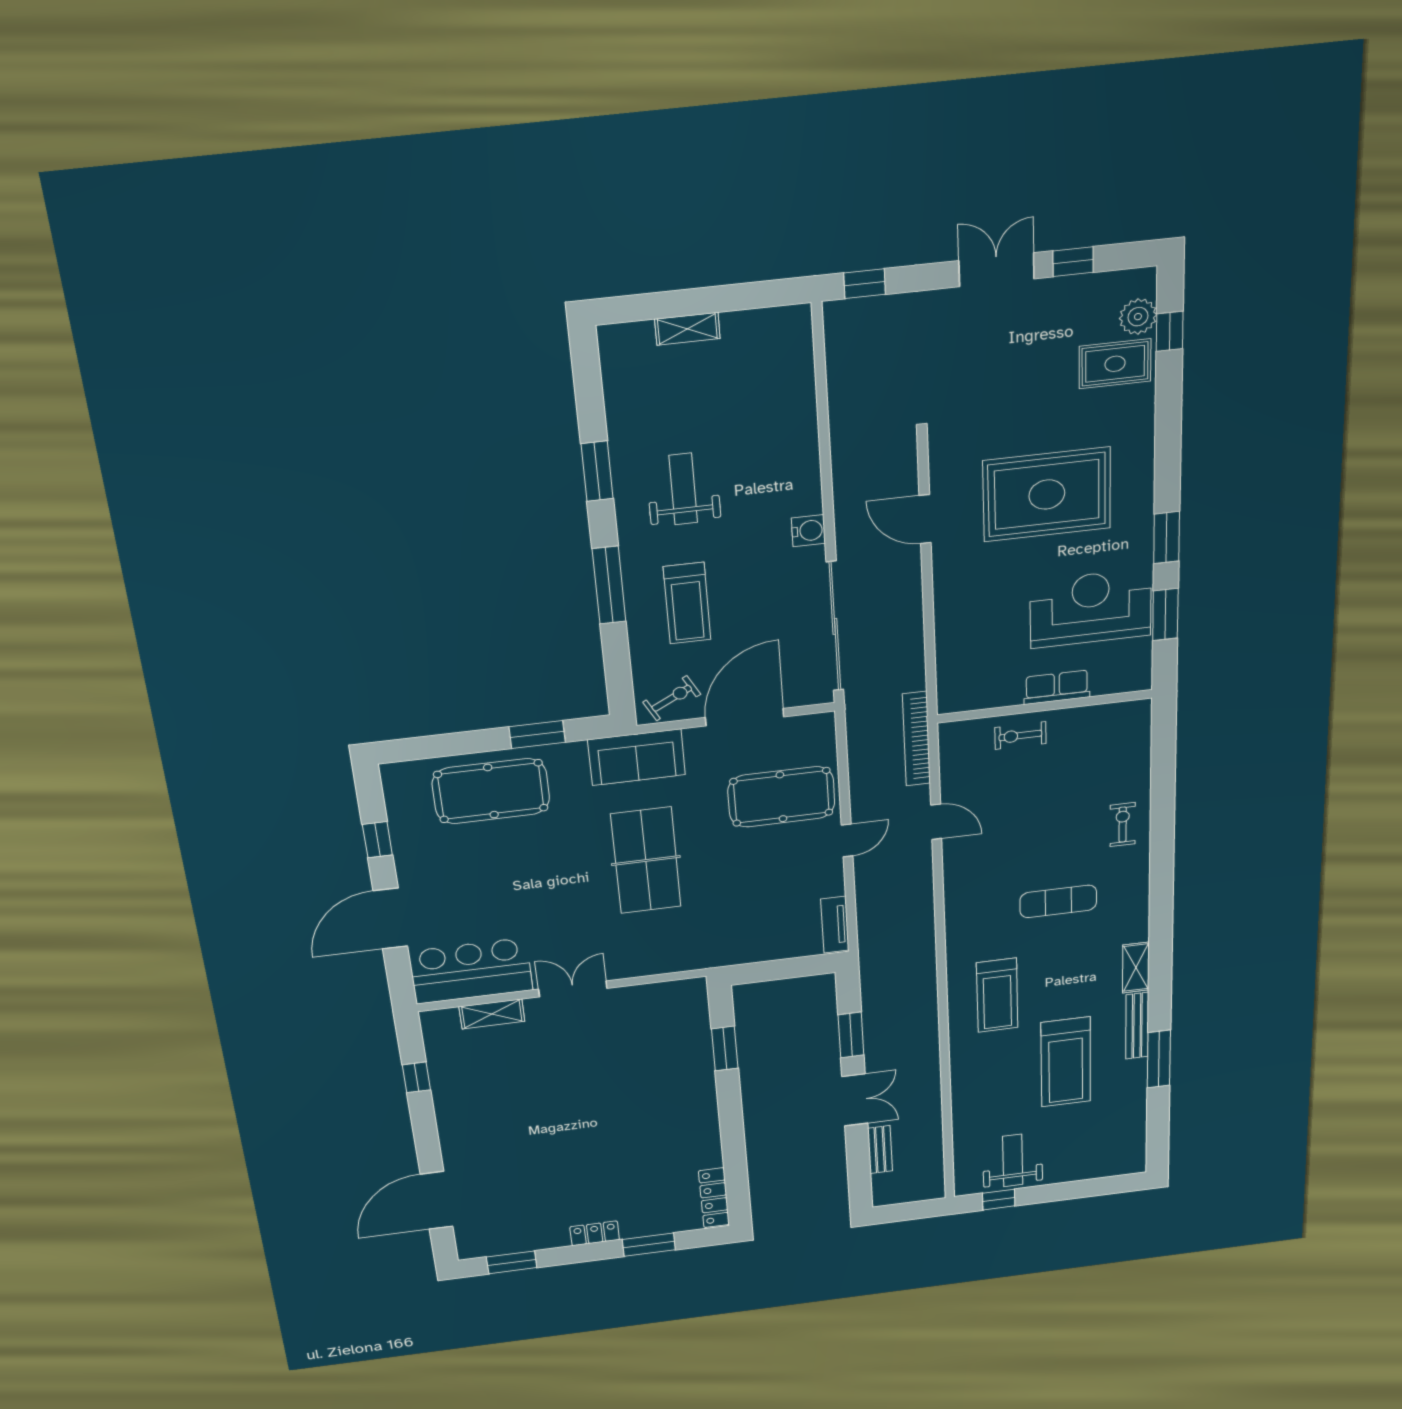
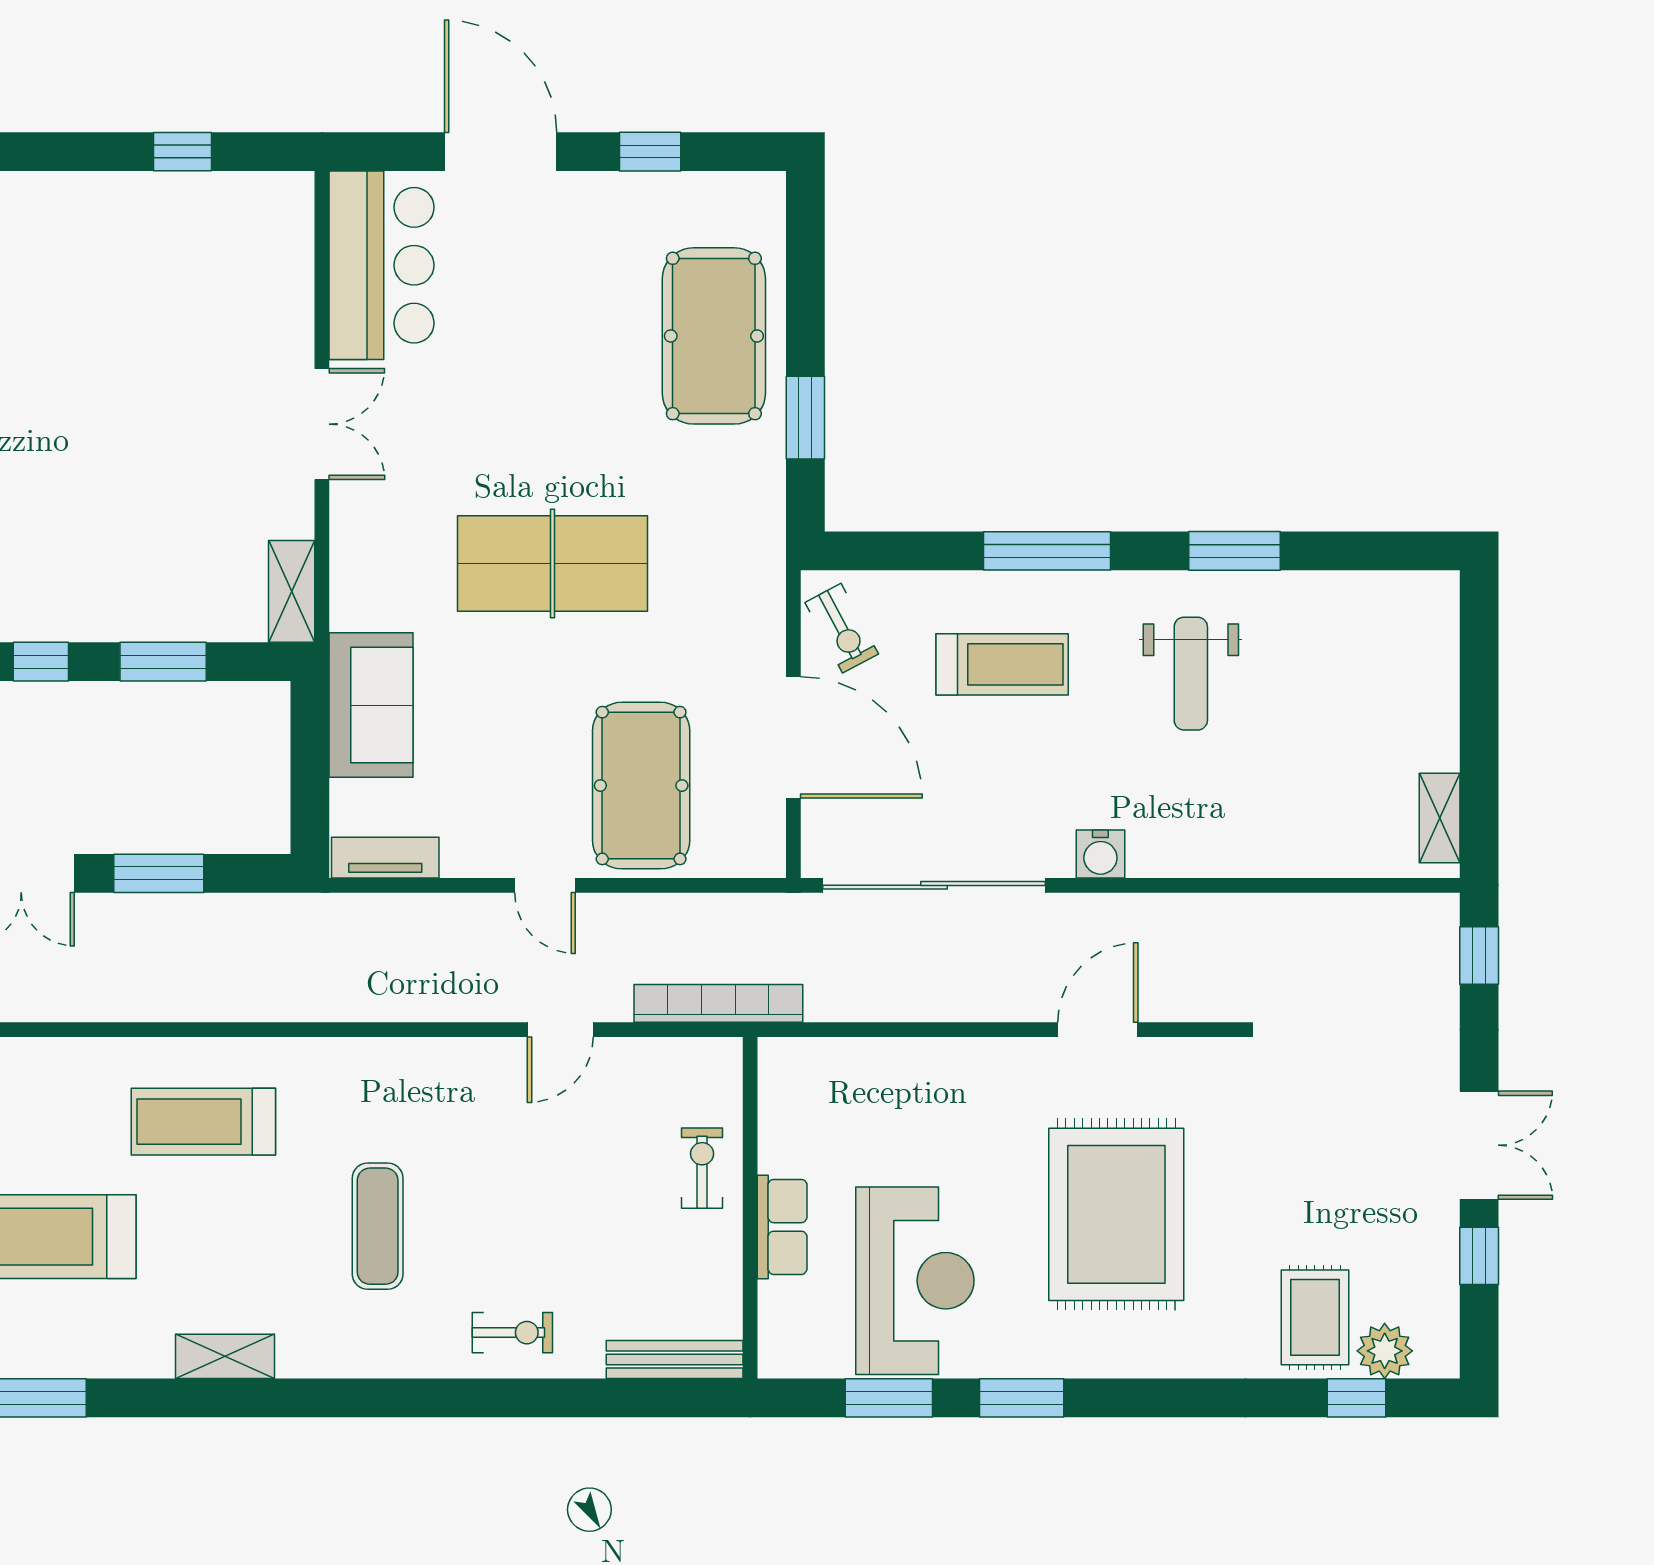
shelving: (687, 329) -> (1440, 818), moved
weight bench: (683, 489) -> (1191, 674), turned 90
treadmill: (687, 603) -> (1002, 664), turned 180
sofa: (637, 757) -> (371, 705), moved, turned 180
shelving: (492, 1014) -> (292, 591), moved
bench: (1137, 1026) -> (675, 1359), moved
window: (730, 1106) -> (41, 662), added

